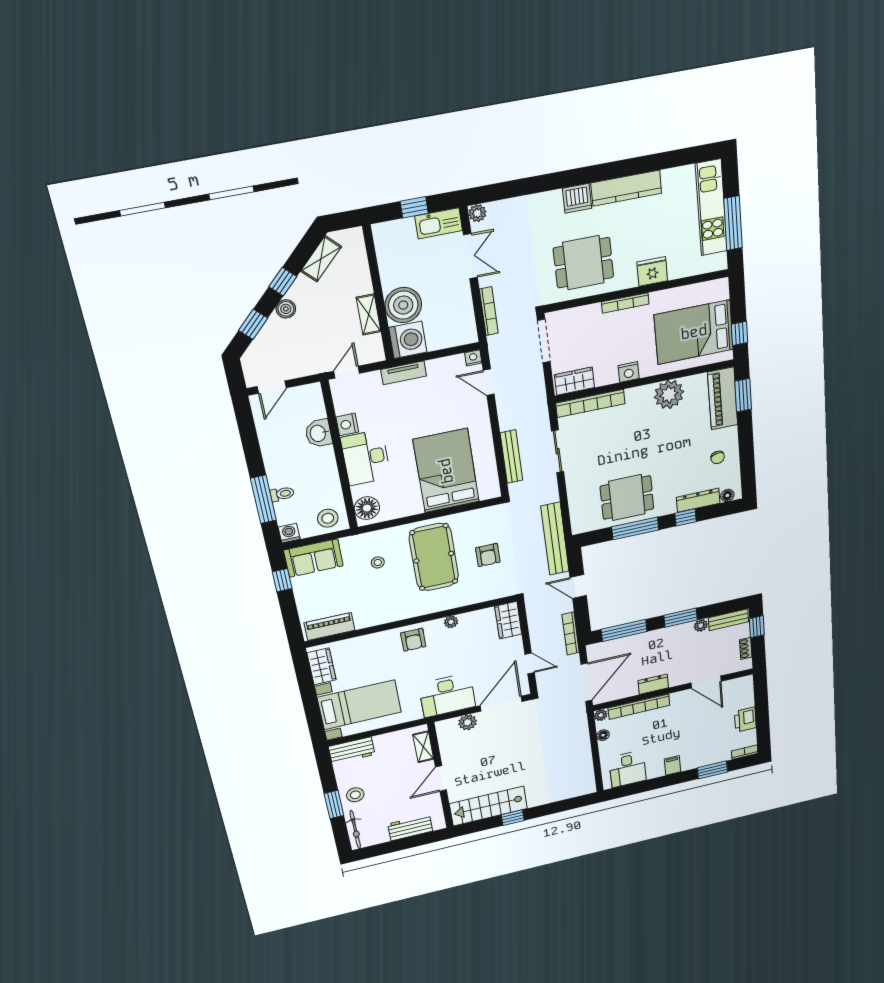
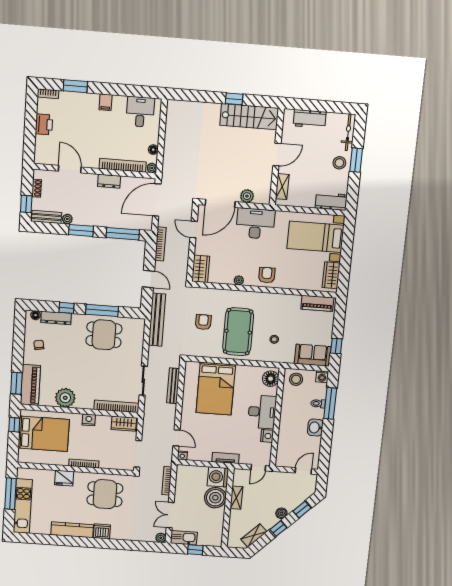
washbasin: (318, 433) -> (315, 428), moved, turned 180

